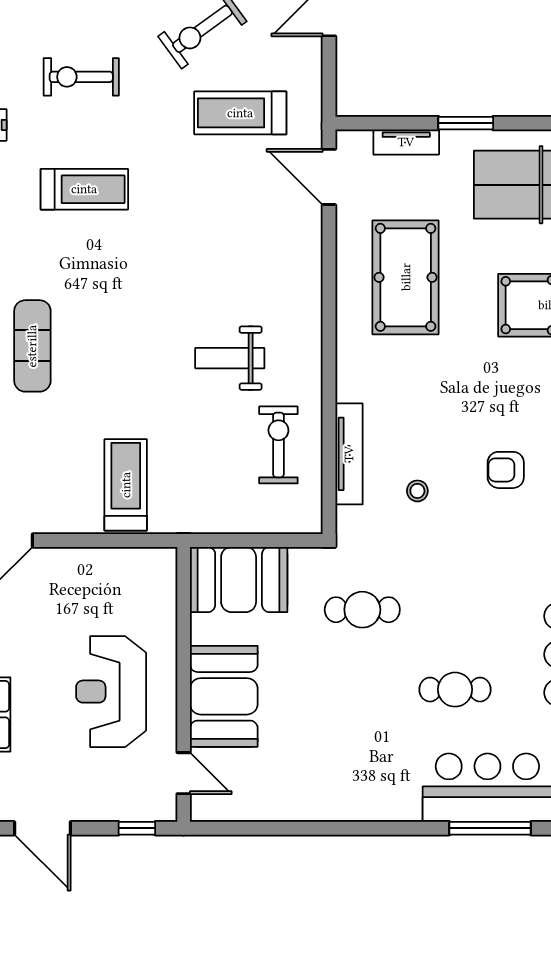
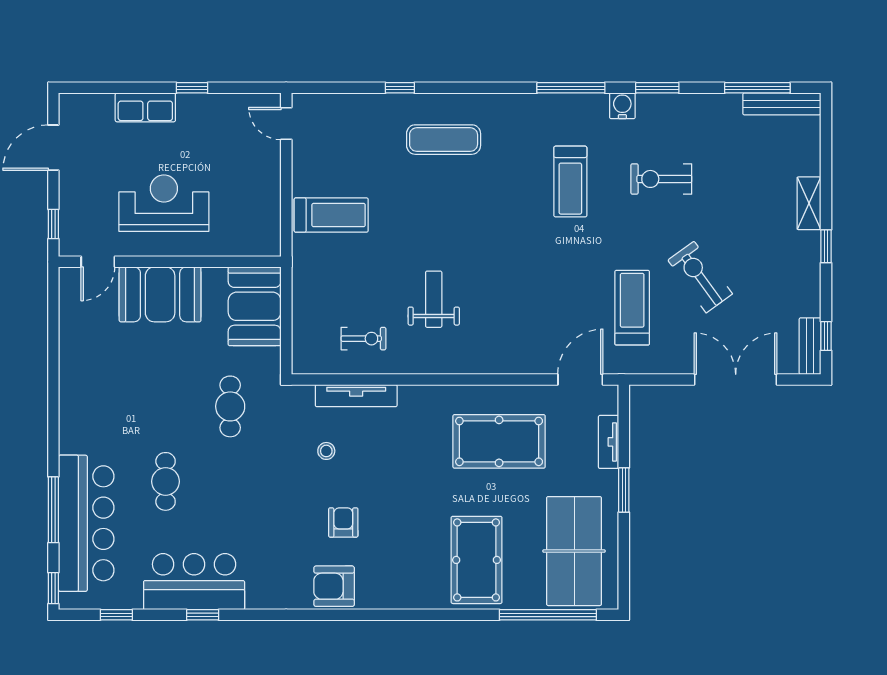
exercise bike: (81, 77) -> (661, 179), turned -90
exercise bike: (278, 445) -> (363, 339), width x0.73, depth x0.72

